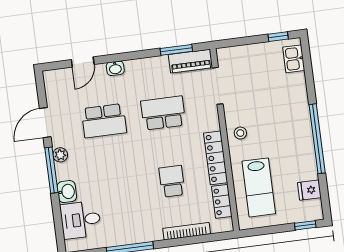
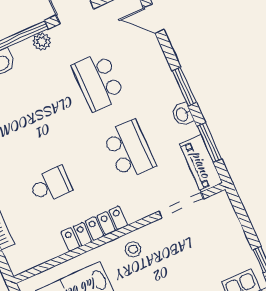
window: (128, 56) -> (184, 87), added
door: (83, 62) -> (154, 19), moved
washbasin: (115, 68) -> (183, 114), moved
locker: (222, 201) -> (44, 252), removed

